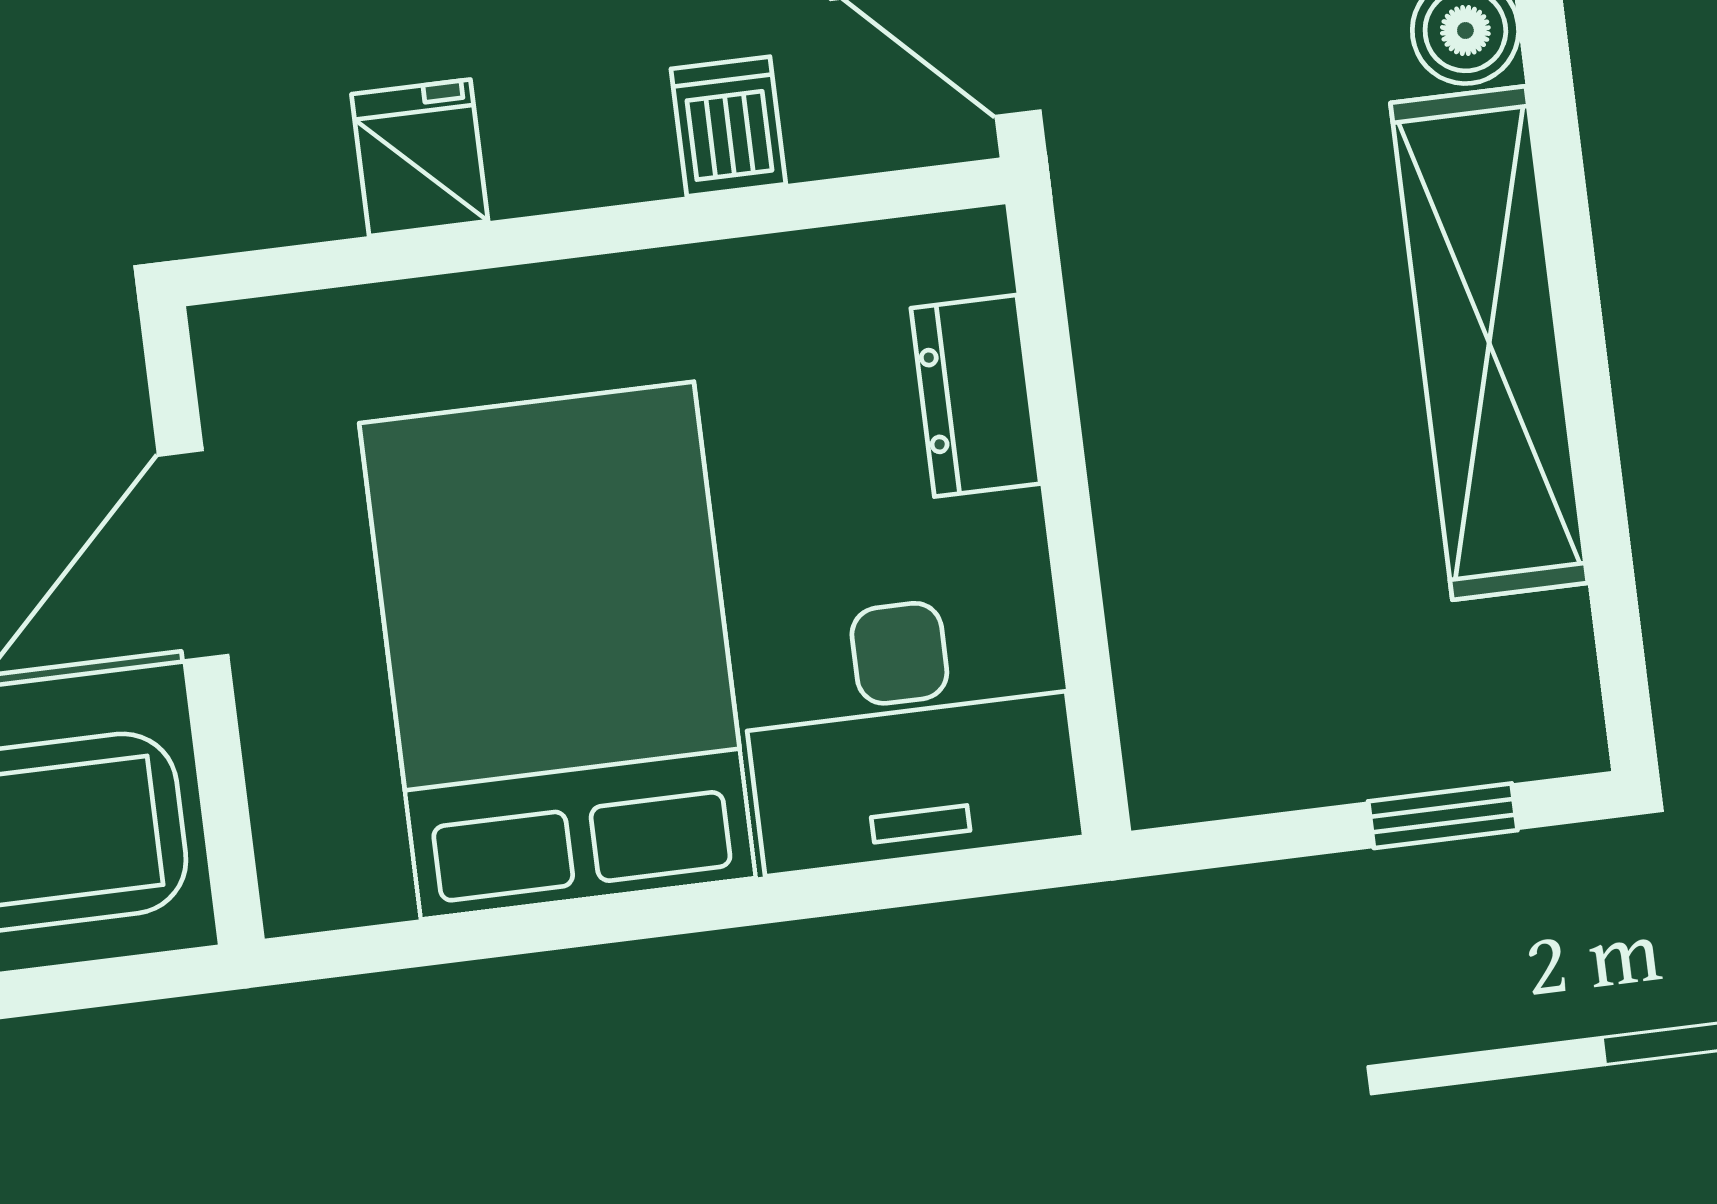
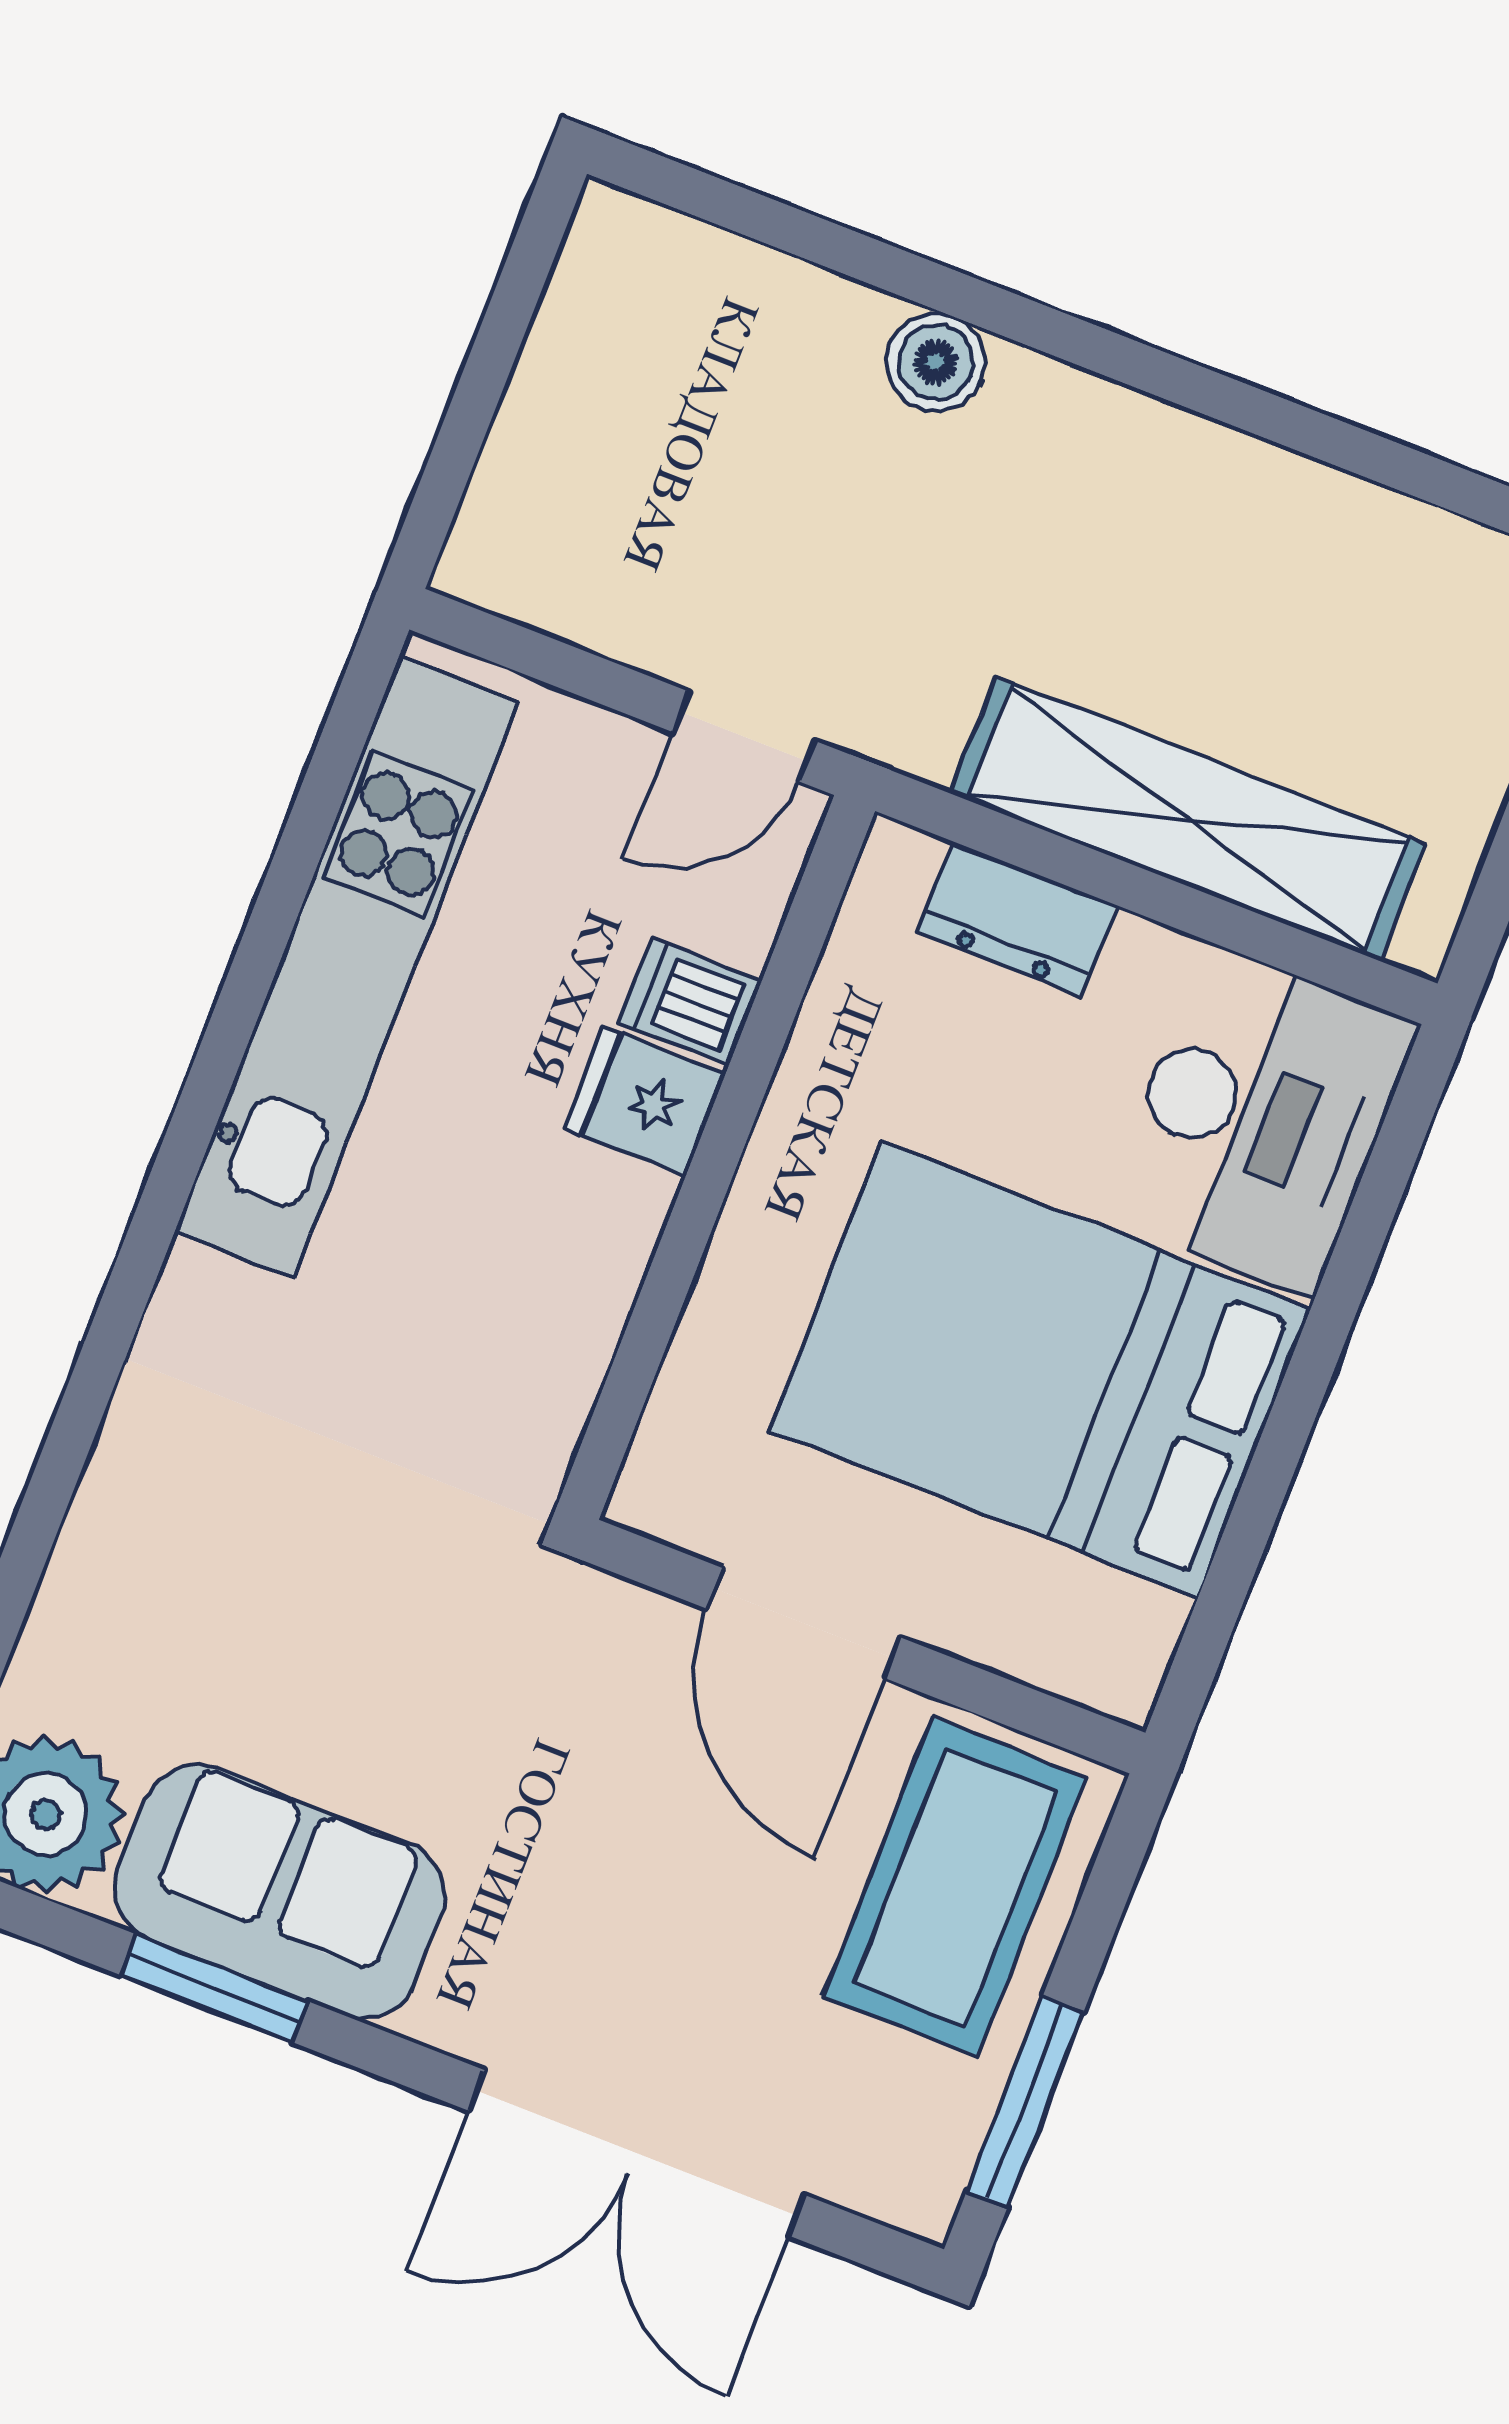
fridge: (420, 158) -> (644, 1101), moved
shelving: (1489, 343) -> (1188, 819), moved

